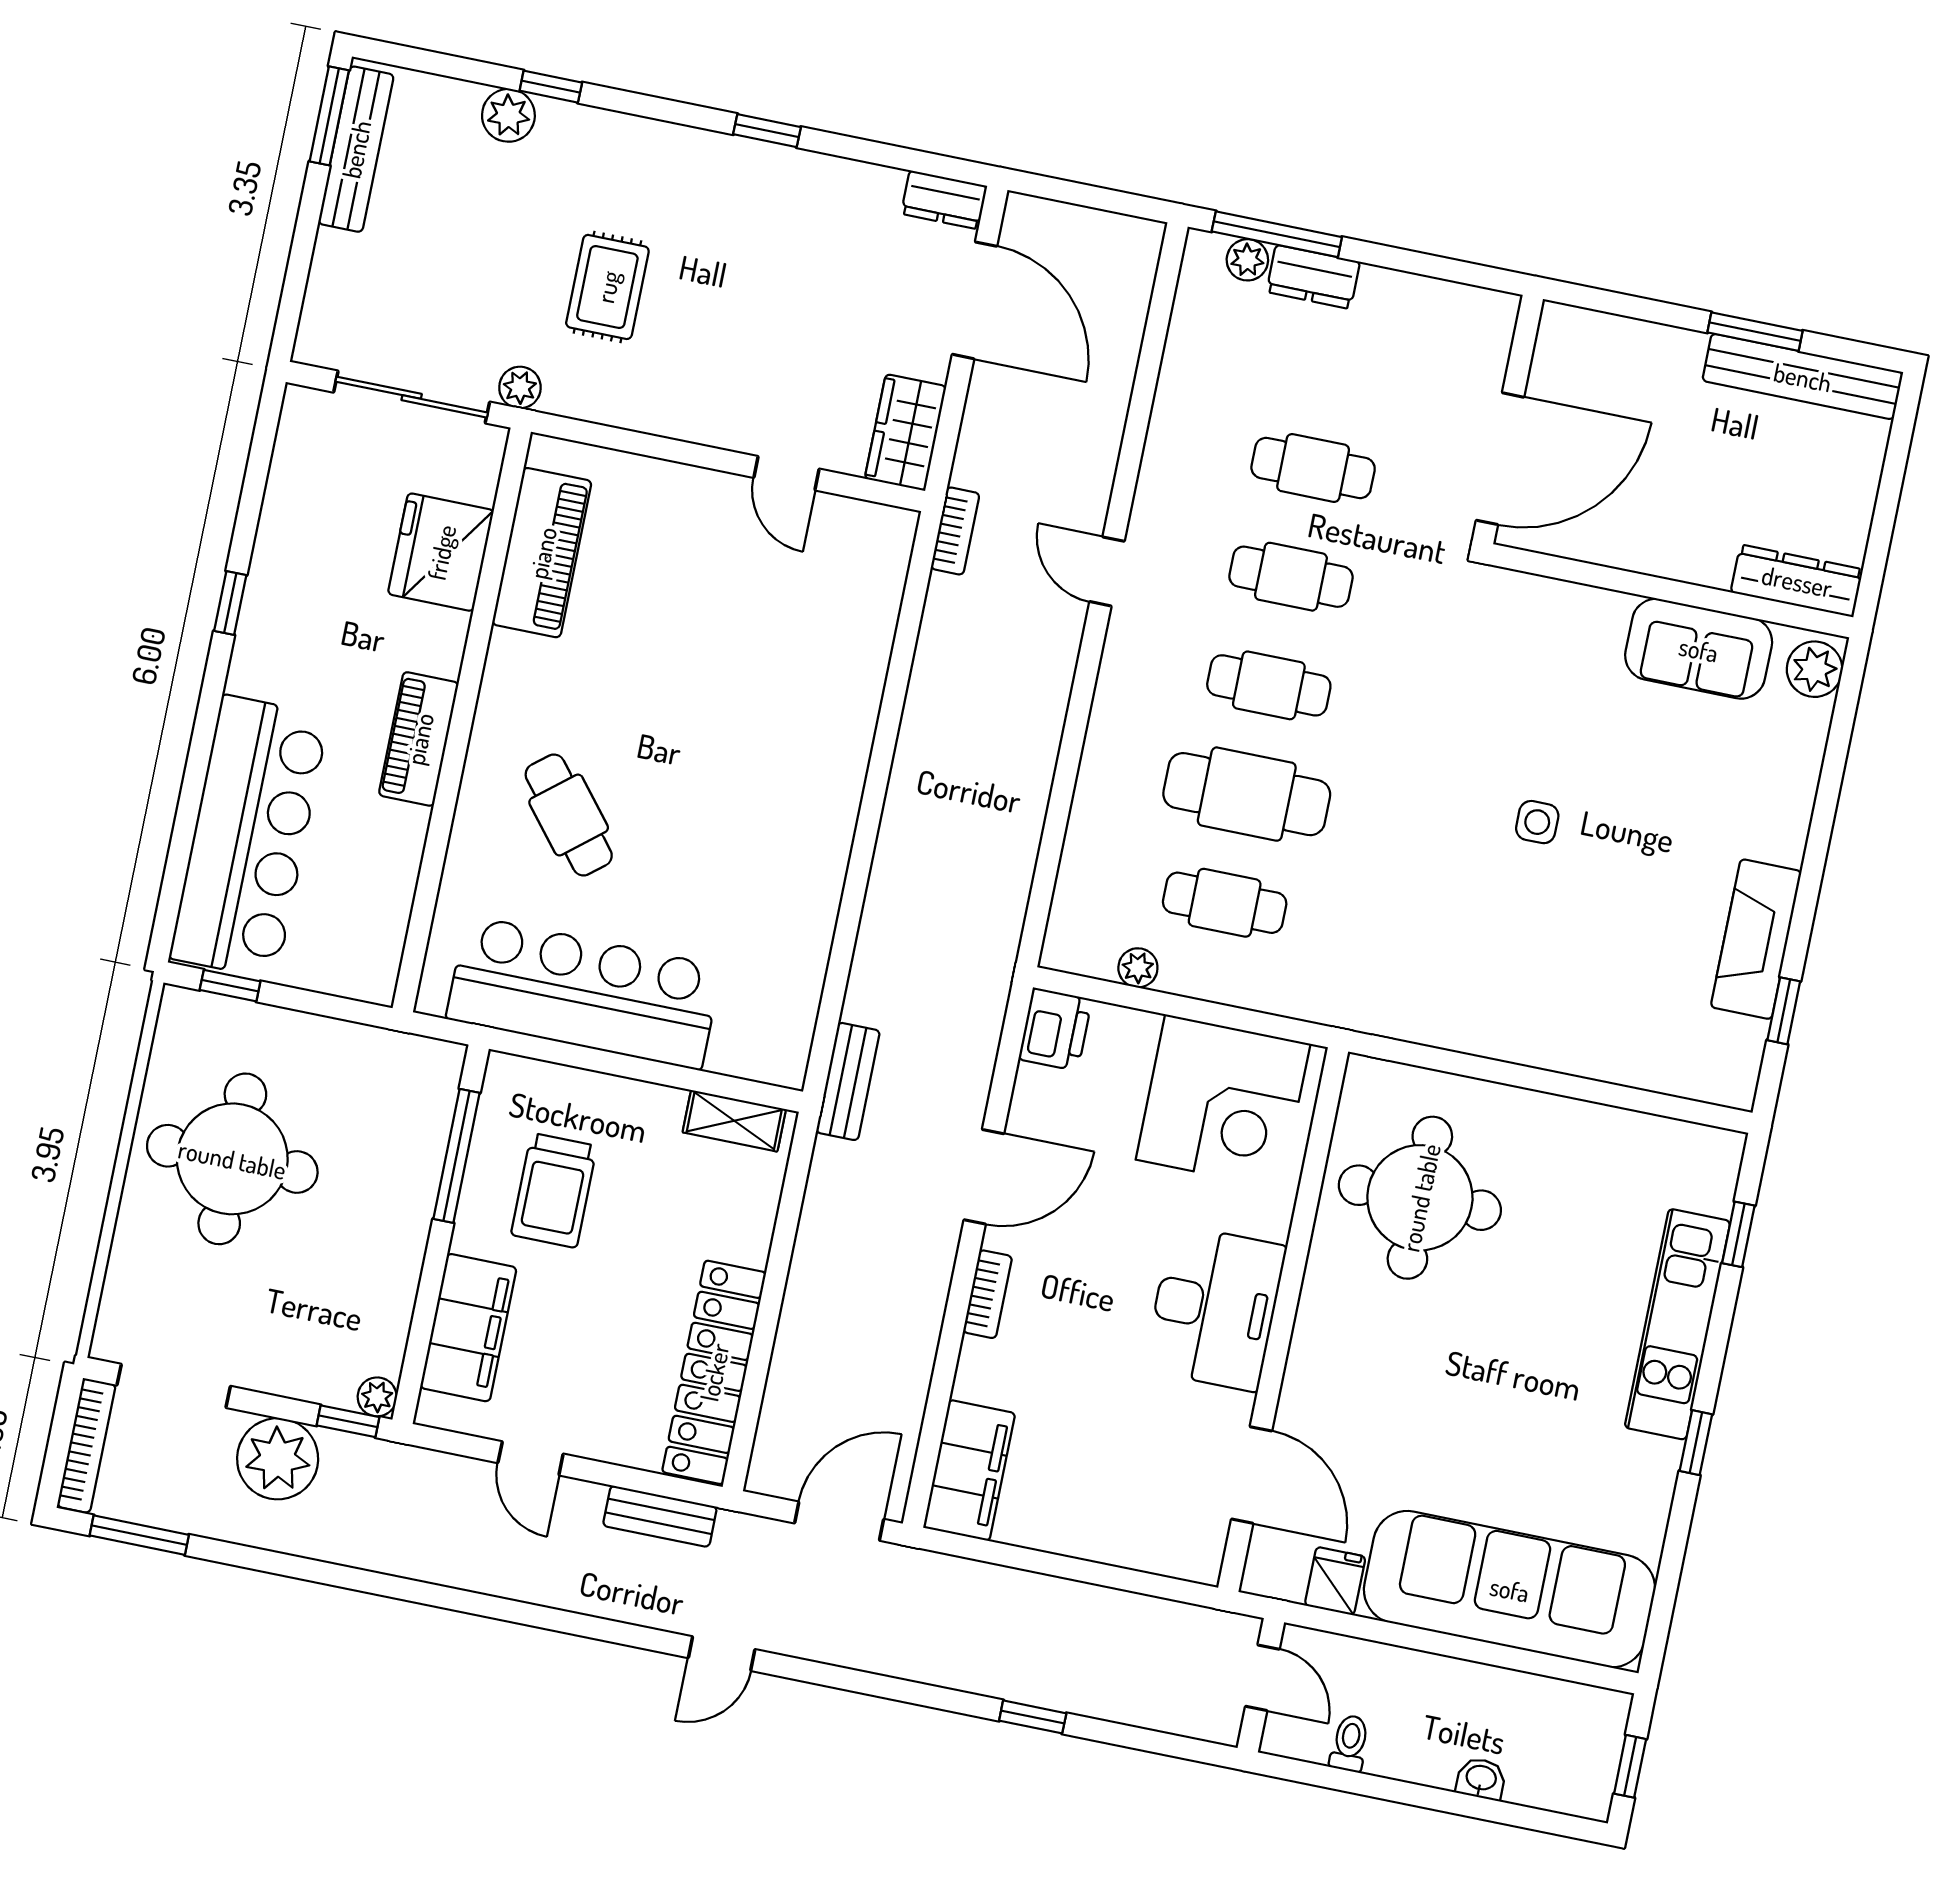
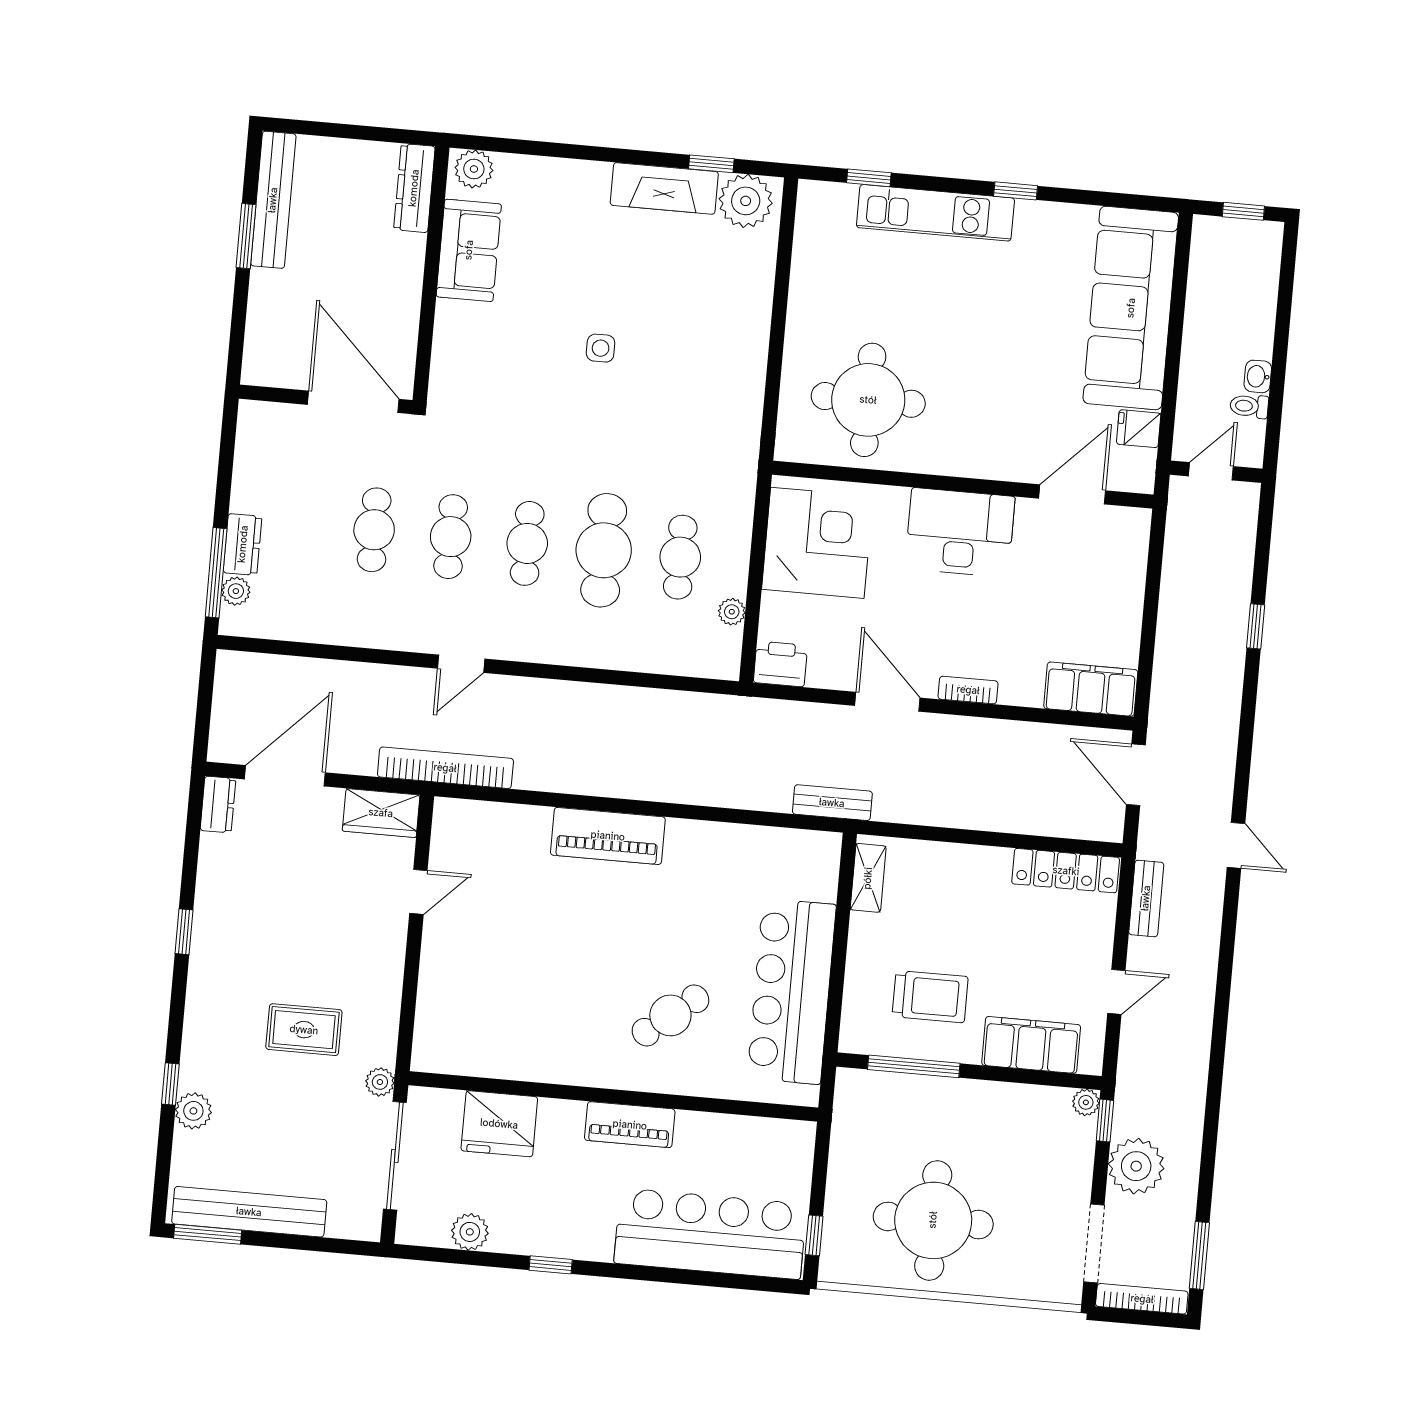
bench: (356, 149) -> (249, 1212), width x1.37, depth x1.21
plant: (291, 492) -> (470, 1232), added
bookcase: (955, 531) -> (445, 768), width x2.31, depth x1.31
piano: (542, 553) -> (608, 836), moved, turned 180
plant: (1725, 1054) -> (746, 201), added
locker: (714, 1372) -> (1066, 871), width x0.71, depth x0.83
washbasin: (1481, 1779) -> (1258, 376), moved

